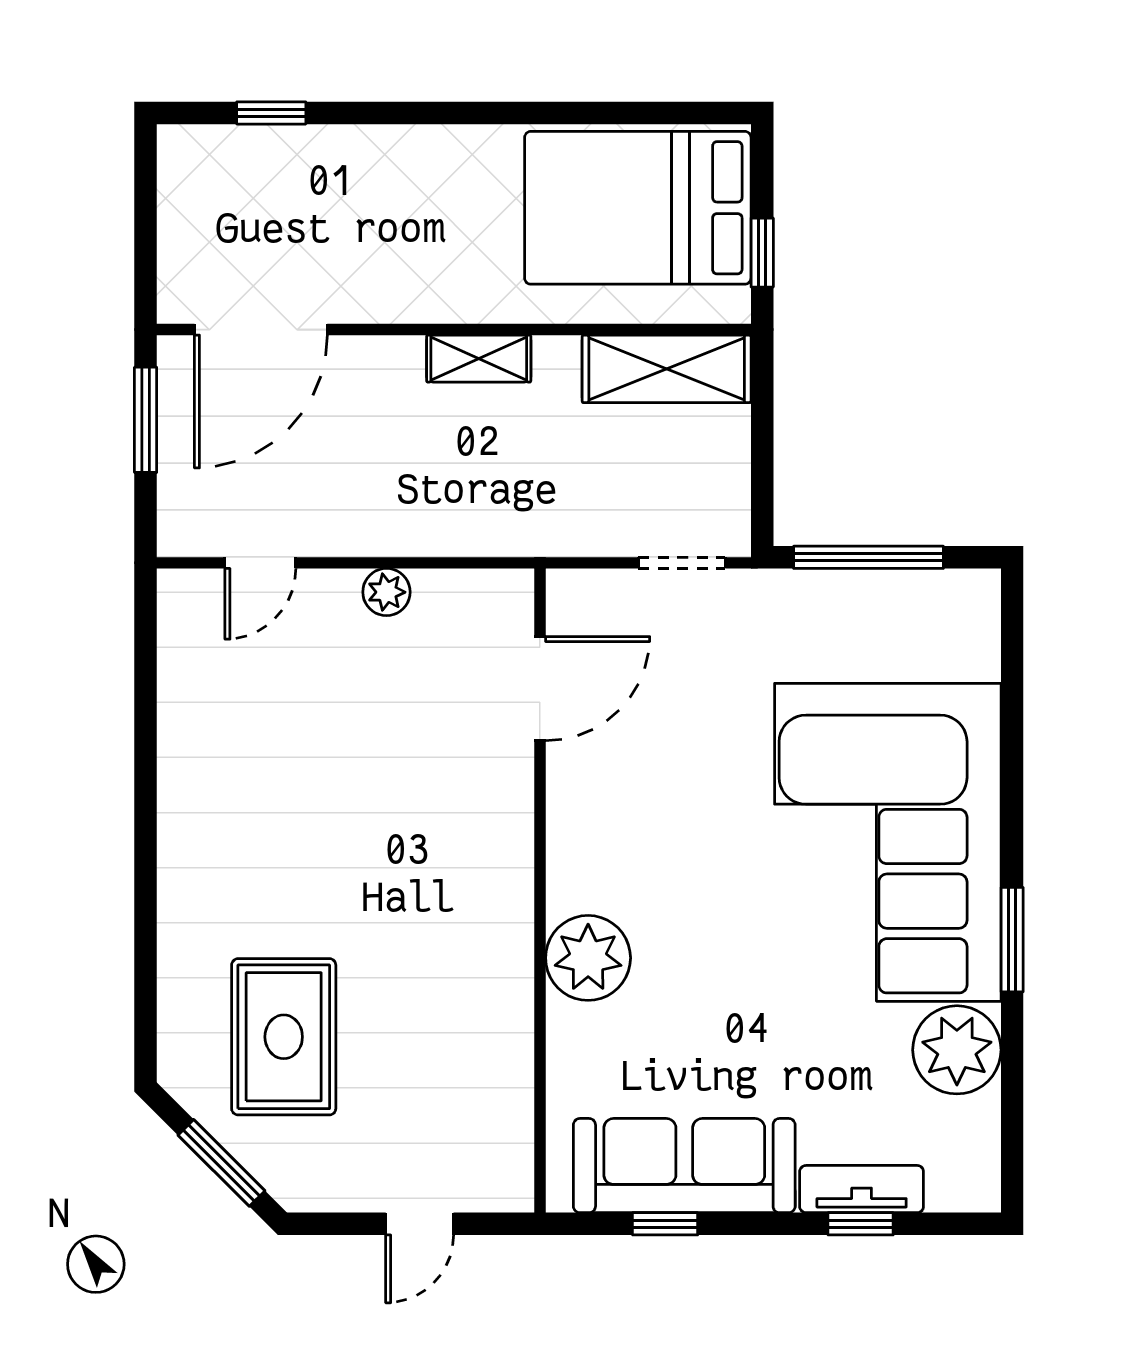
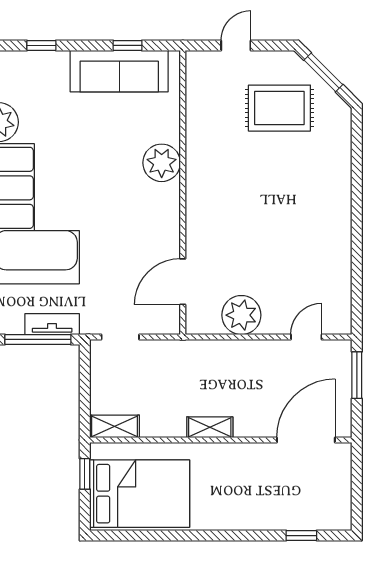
shelving: (667, 369) -> (115, 426), width x0.67, depth x0.75
window: (146, 420) -> (357, 375), moved
plant: (386, 592) -> (241, 315), width x1.87, depth x1.87
rug: (284, 1037) -> (279, 108), moved, turned 90
tv unit: (862, 1189) -> (52, 324), moved, turned 180

